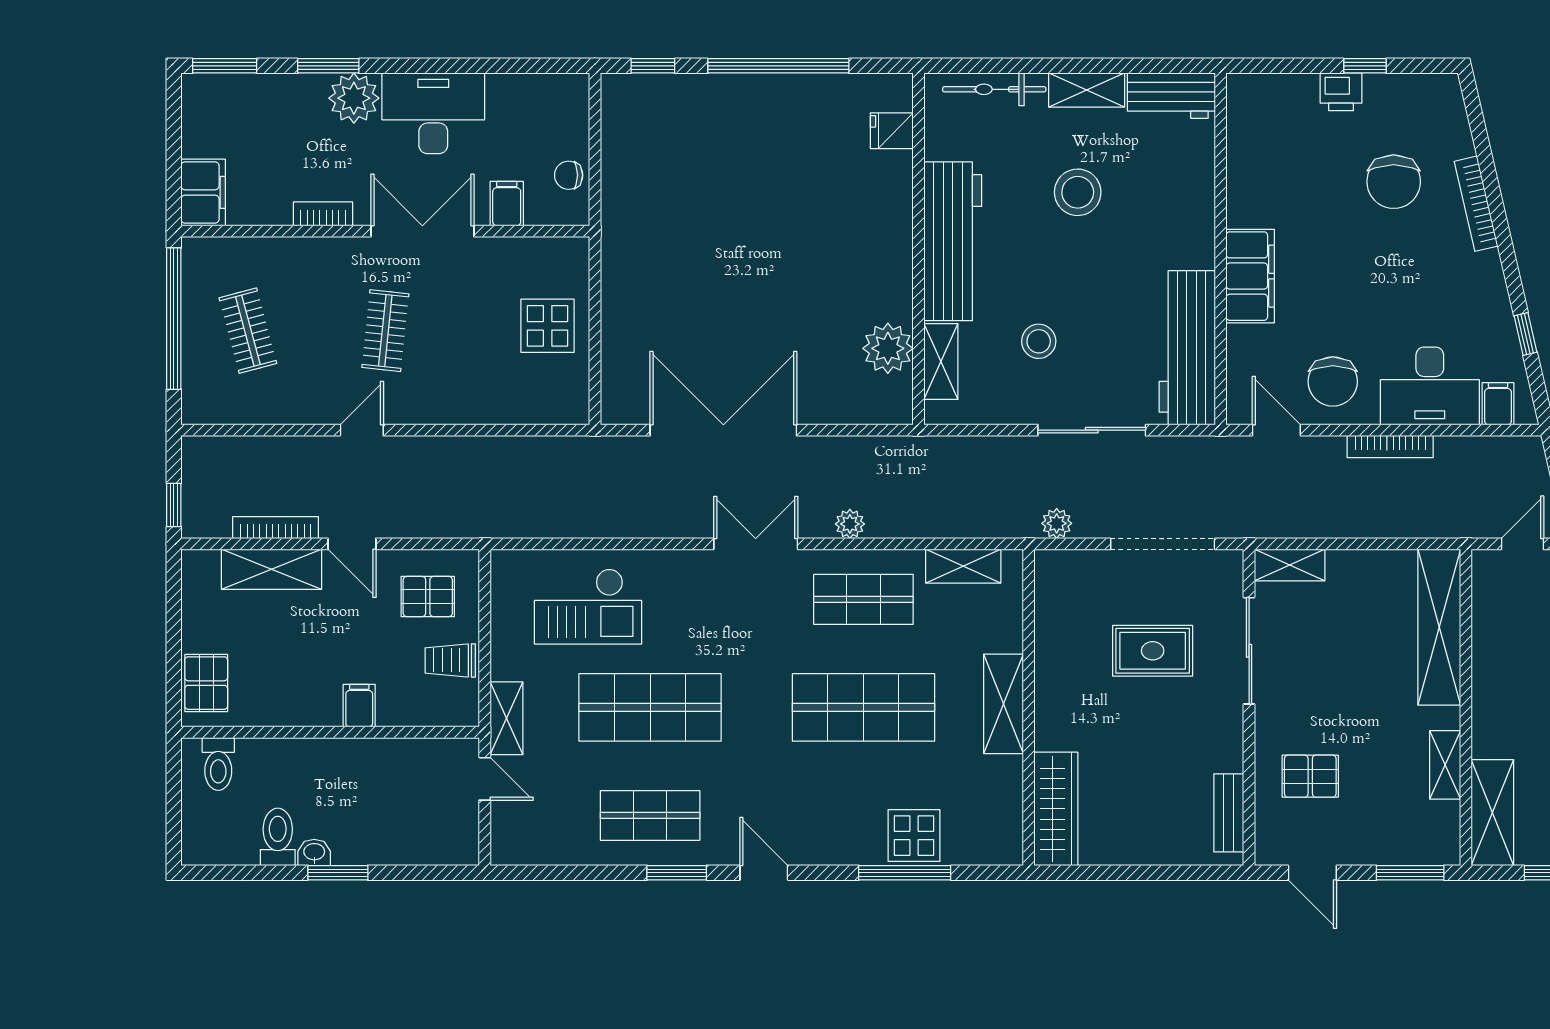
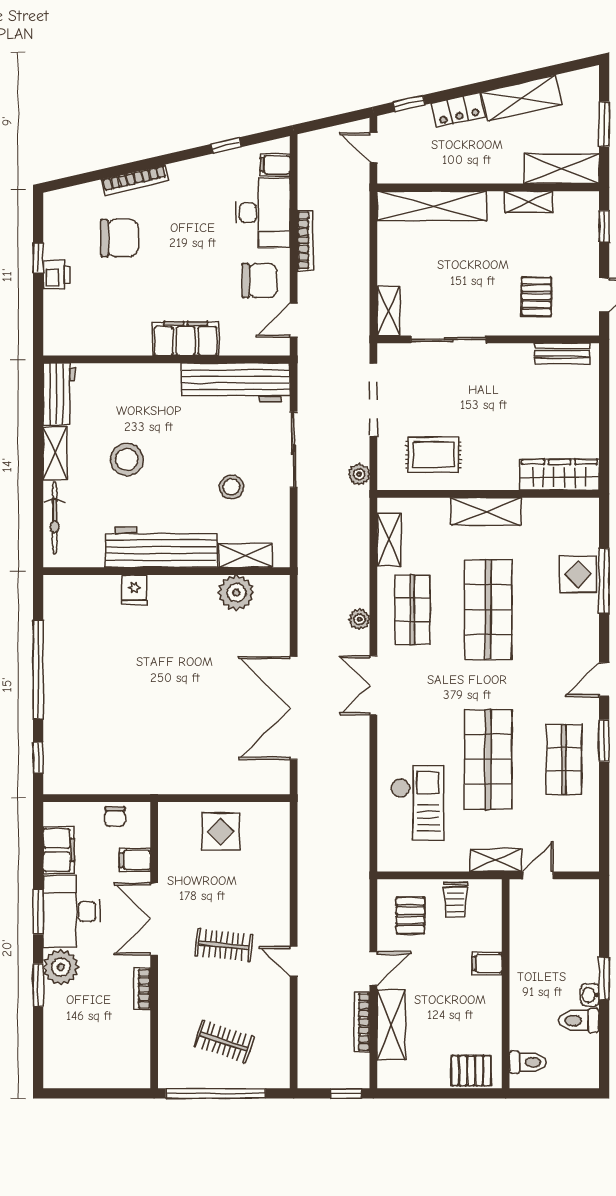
window: (225, 66) -> (38, 912), moved
fridge: (892, 131) -> (134, 590), moved
filing cabinet: (203, 192) -> (59, 850), moved, turned 90
clothes rail: (248, 331) -> (224, 1041), turned 33
rug: (1153, 651) -> (433, 455), moved, turned 90
window: (1410, 873) -> (604, 226), width x0.67

